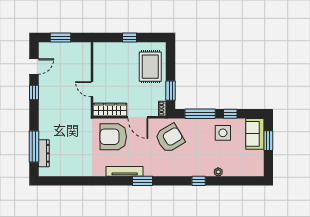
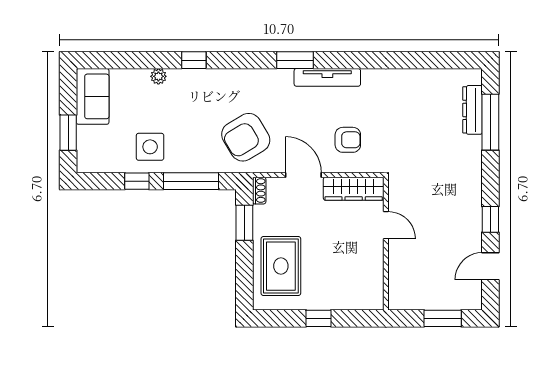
sofa: (255, 134) -> (93, 96), moved
armchair: (113, 137) -> (348, 140), width x0.53, depth x0.53

